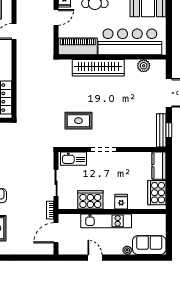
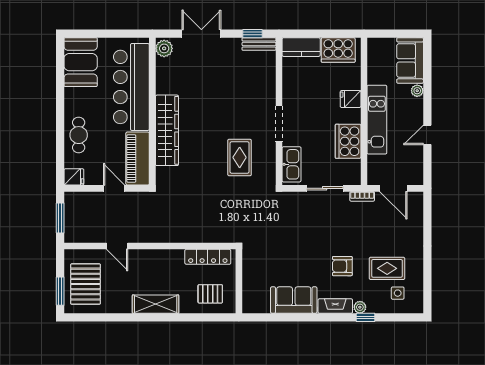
door: (56, 17) -> (114, 188), moved
plant: (144, 66) -> (164, 48), moved
bench: (161, 130) -> (259, 44), width x0.73

